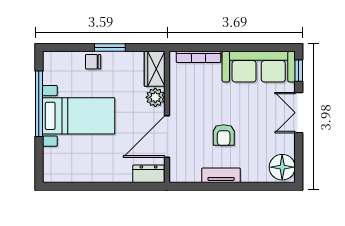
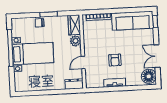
double door: (299, 113) -> (157, 56), moved
door: (167, 136) -> (83, 63), width x0.53

